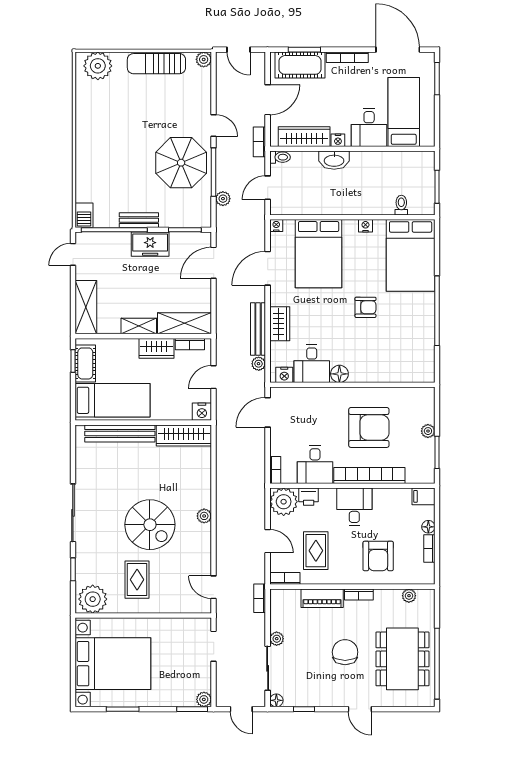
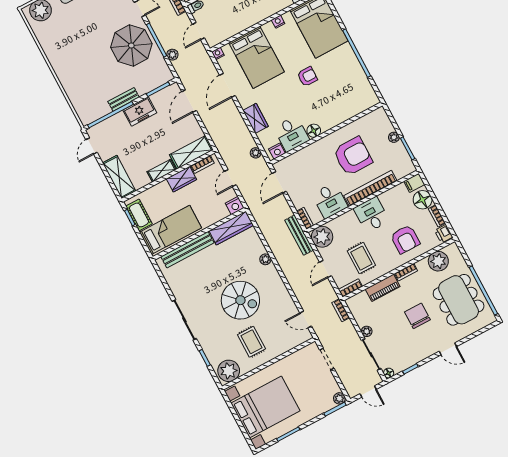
barbecue: (84, 215) -> (85, 116), removed
bench: (258, 329) -> (299, 235), moved
printer: (309, 497) -> (444, 234), moved, turned 90
plant: (204, 516) -> (265, 259), moved
floor lamp: (428, 527) -> (423, 200), width x1.89, depth x1.89
door: (268, 541) -> (325, 269), swing flipped
plant: (409, 596) -> (438, 261), width x1.87, depth x1.87

